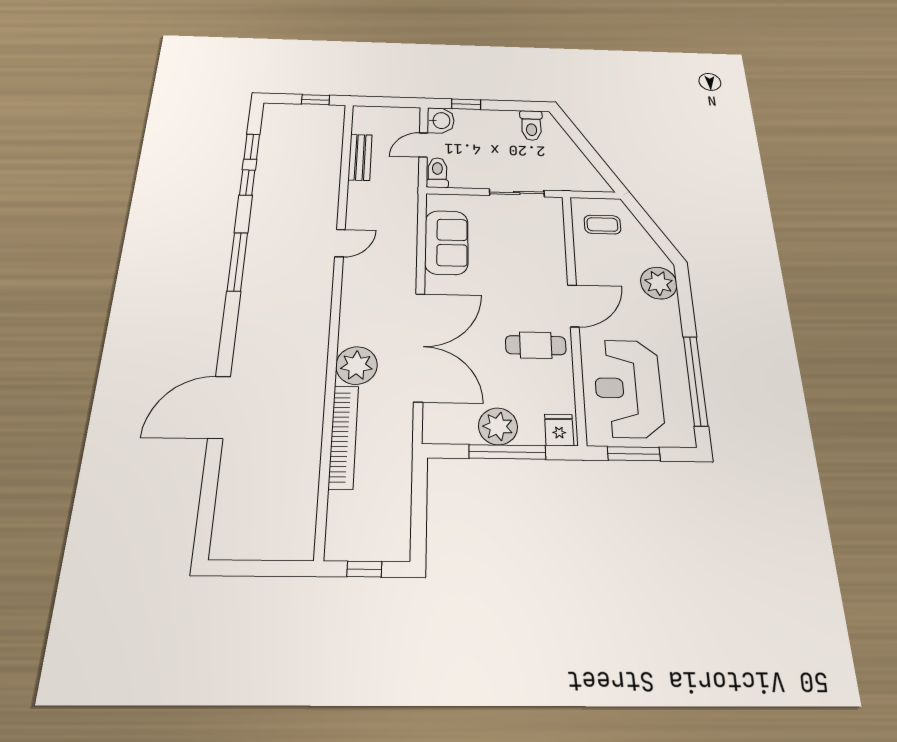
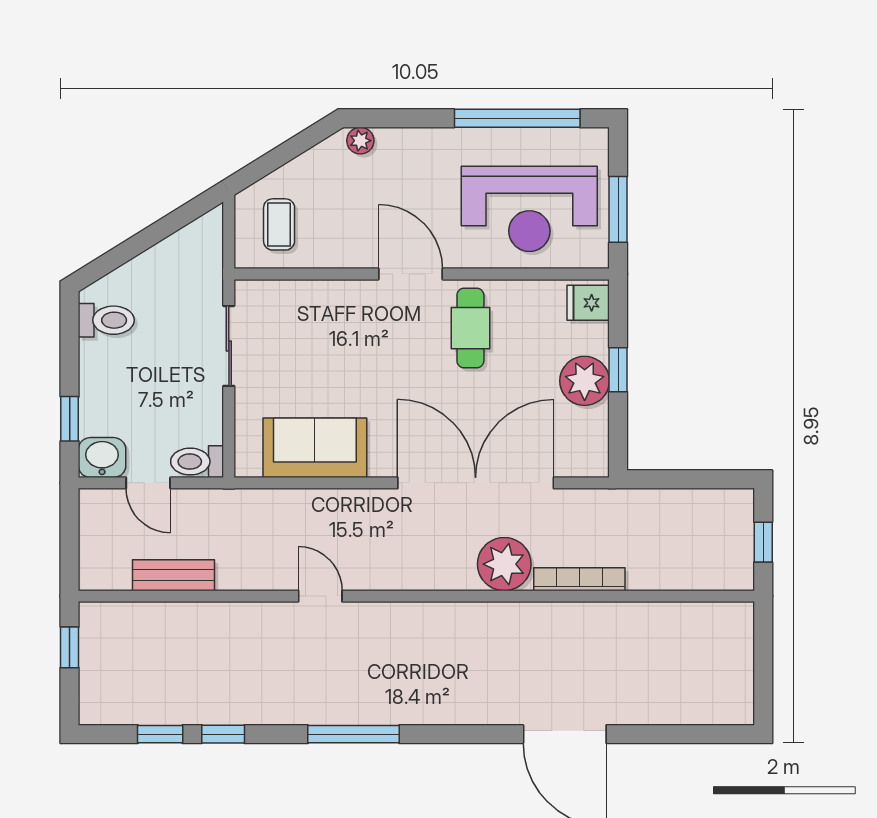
plant: (659, 283) -> (360, 141), width x0.53, depth x0.53
bookcase: (343, 437) -> (579, 579), width x0.68, depth x0.76
window: (507, 452) -> (618, 370), width x0.46

